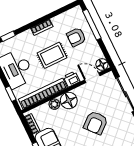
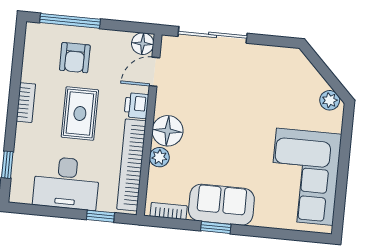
armchair: (96, 123) -> (229, 110), removed

